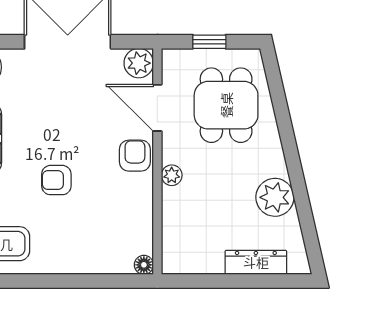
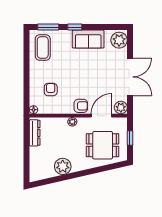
armchair: (56, 180) -> (51, 90), moved
dresser: (256, 262) -> (35, 133), moved

